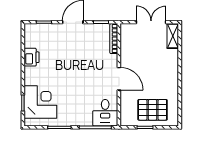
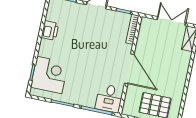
door: (119, 79) -> (129, 69), width x1.36

